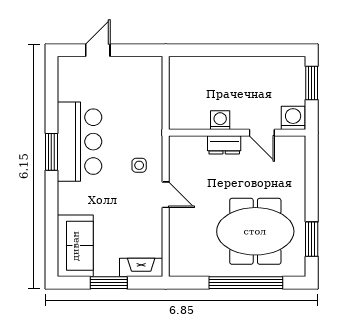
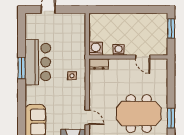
washing machine: (293, 118) -> (96, 48), moved
dresser: (224, 145) -> (99, 64), moved
door: (166, 195) -> (87, 117), moved

